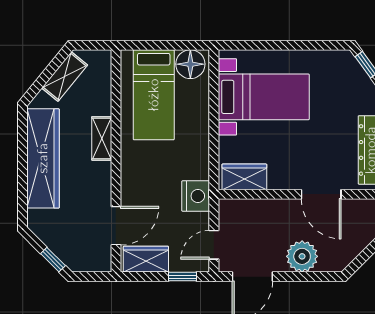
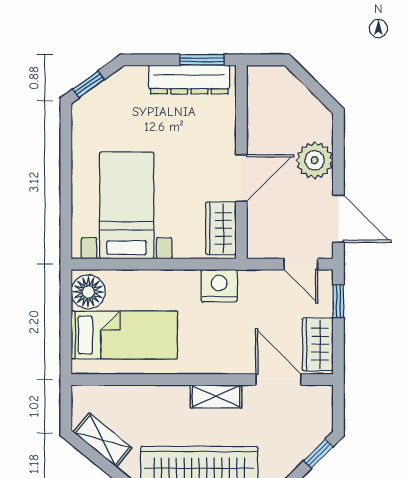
shelving: (102, 138) -> (216, 396), moved
door: (321, 194) -> (241, 178), moved
nightstand: (196, 196) -> (219, 286), moved

